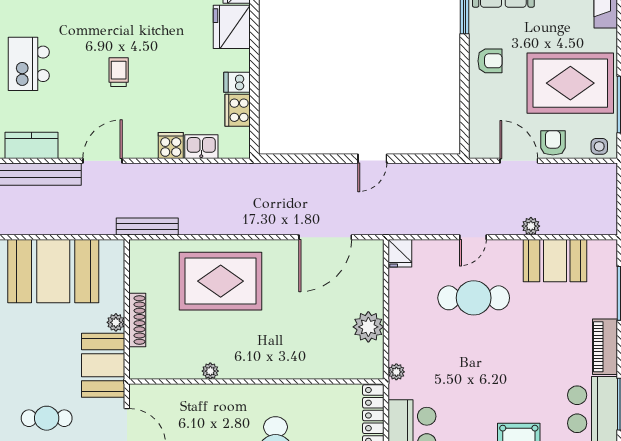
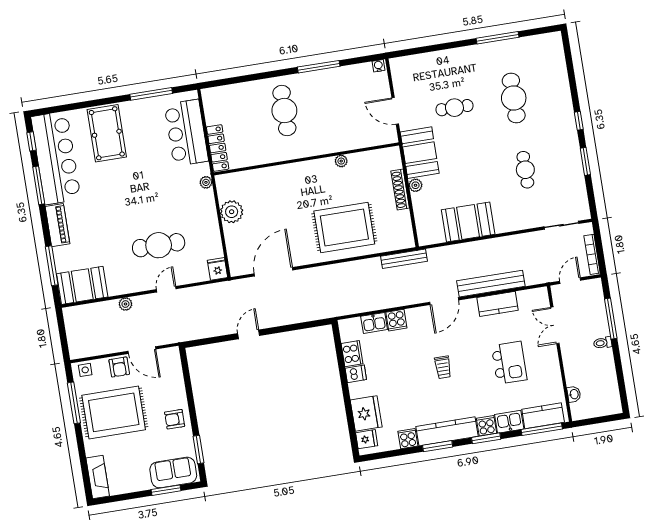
booth: (555, 261) -> (82, 285), moved
booth: (53, 271) -> (468, 222), width x0.73, depth x0.70

